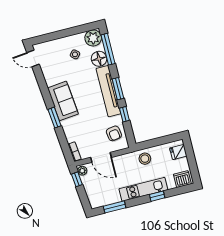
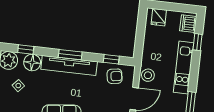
window: (108, 49) -> (26, 50), width x0.46
window: (124, 114) -> (111, 59), moved
stool: (145, 159) -> (148, 75), moved
window: (157, 196) -> (198, 42), moved

